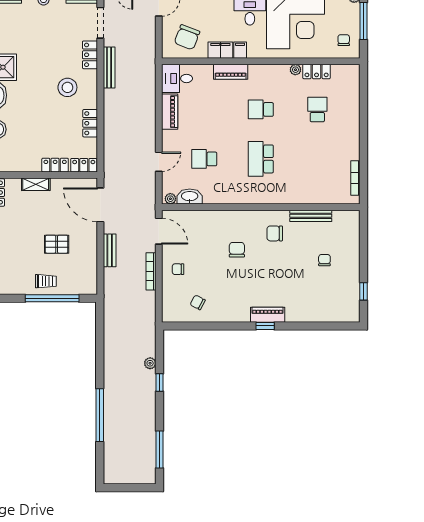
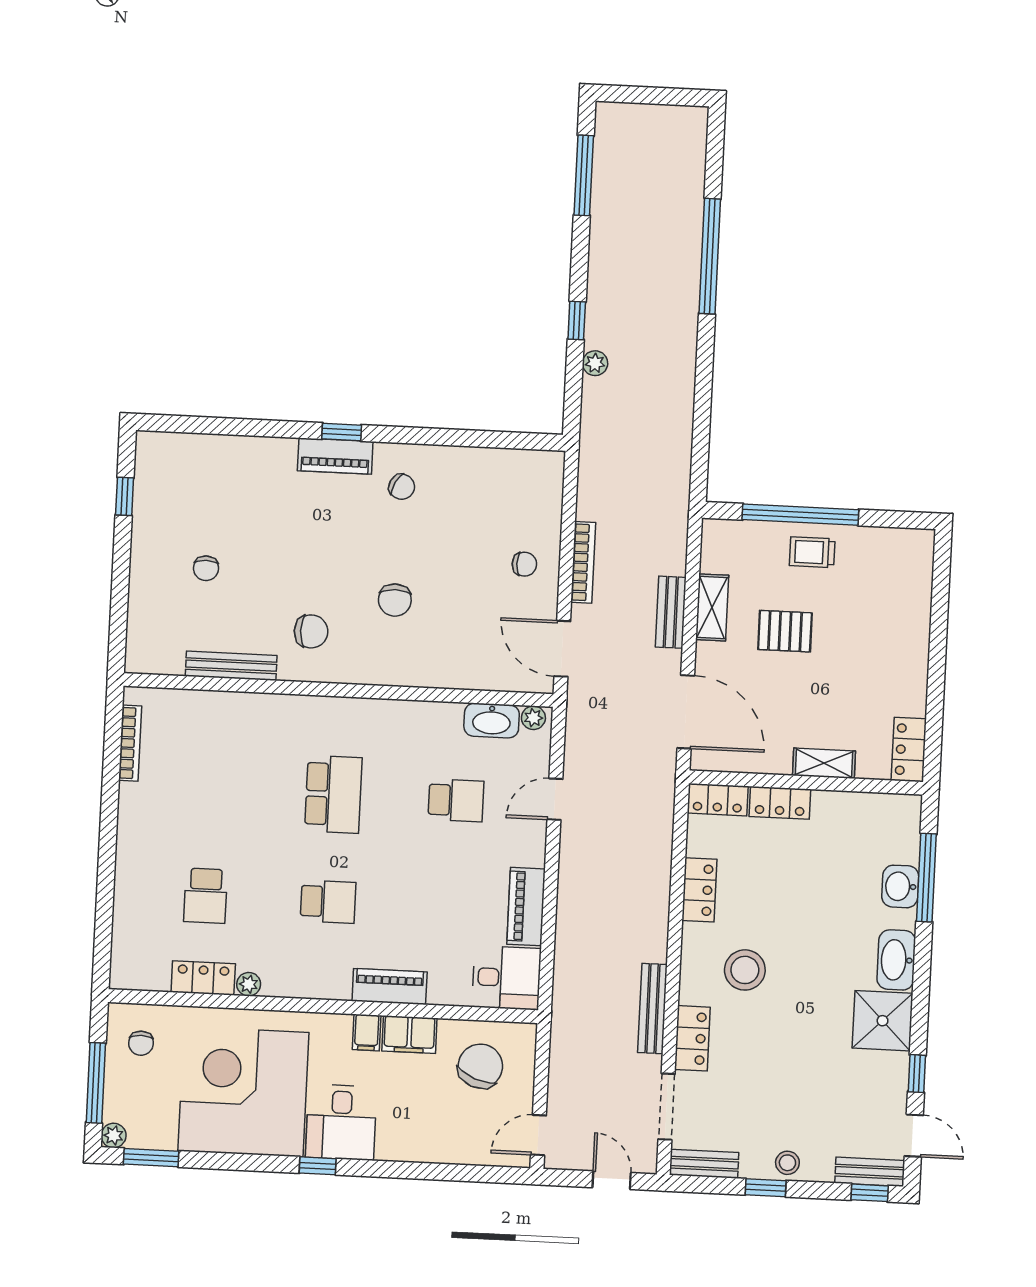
shelving: (91, 253) -> (712, 607), added
chair: (198, 302) -> (402, 487), moved

